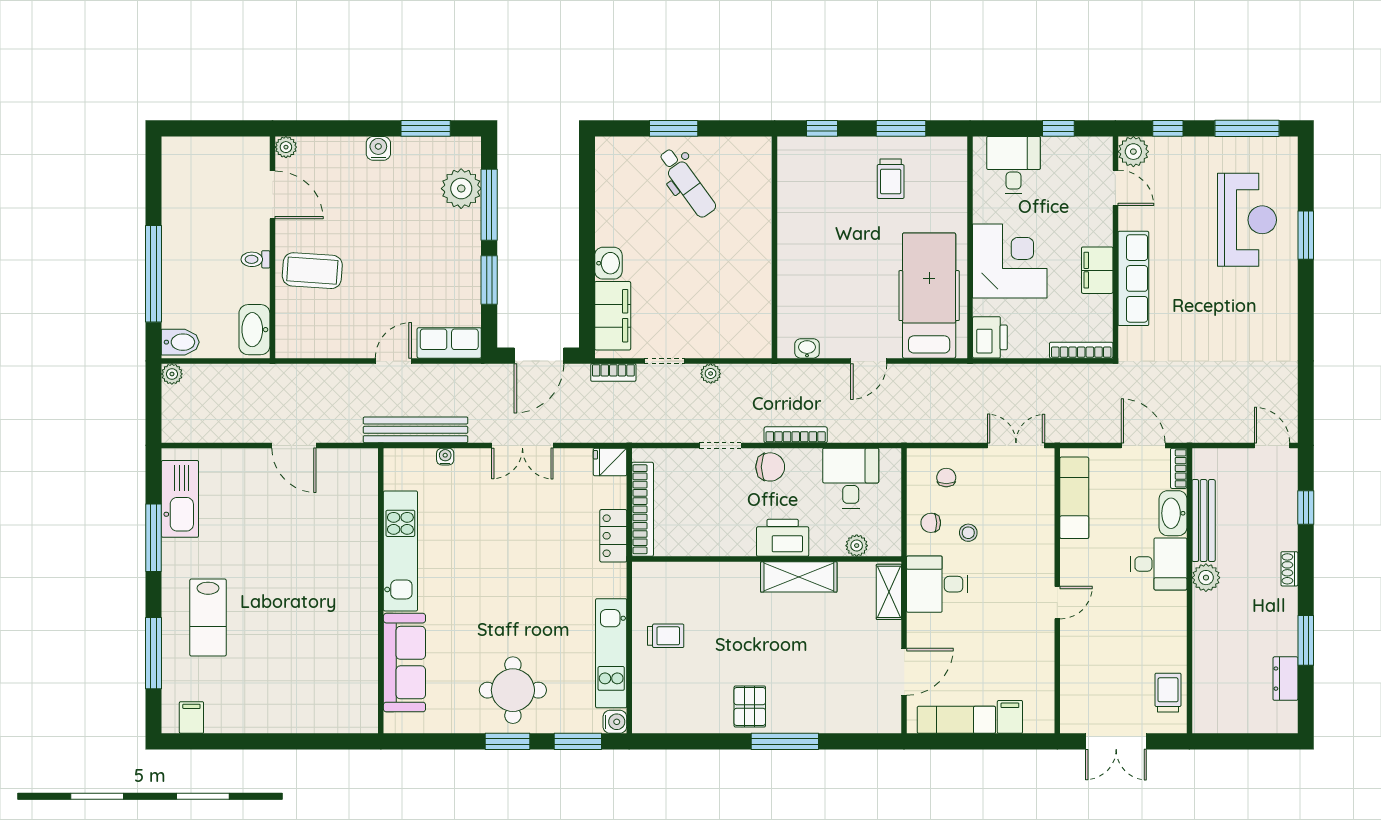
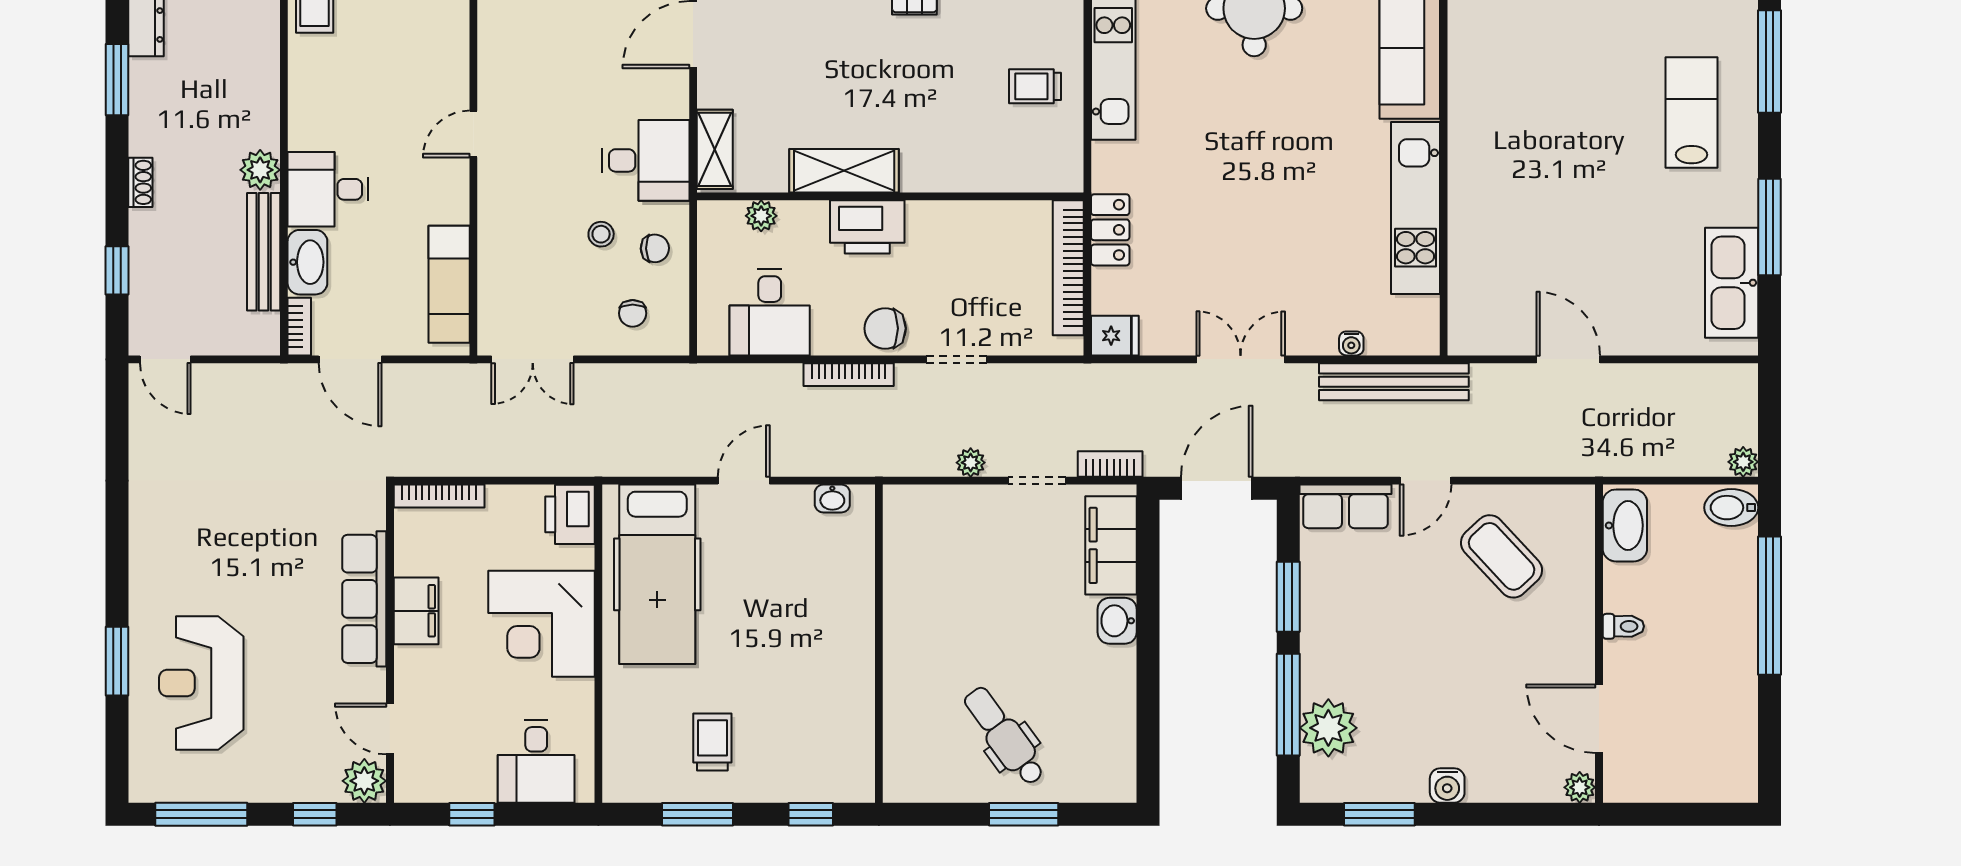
coffee table: (312, 271) -> (1502, 556), moved, turned 43

